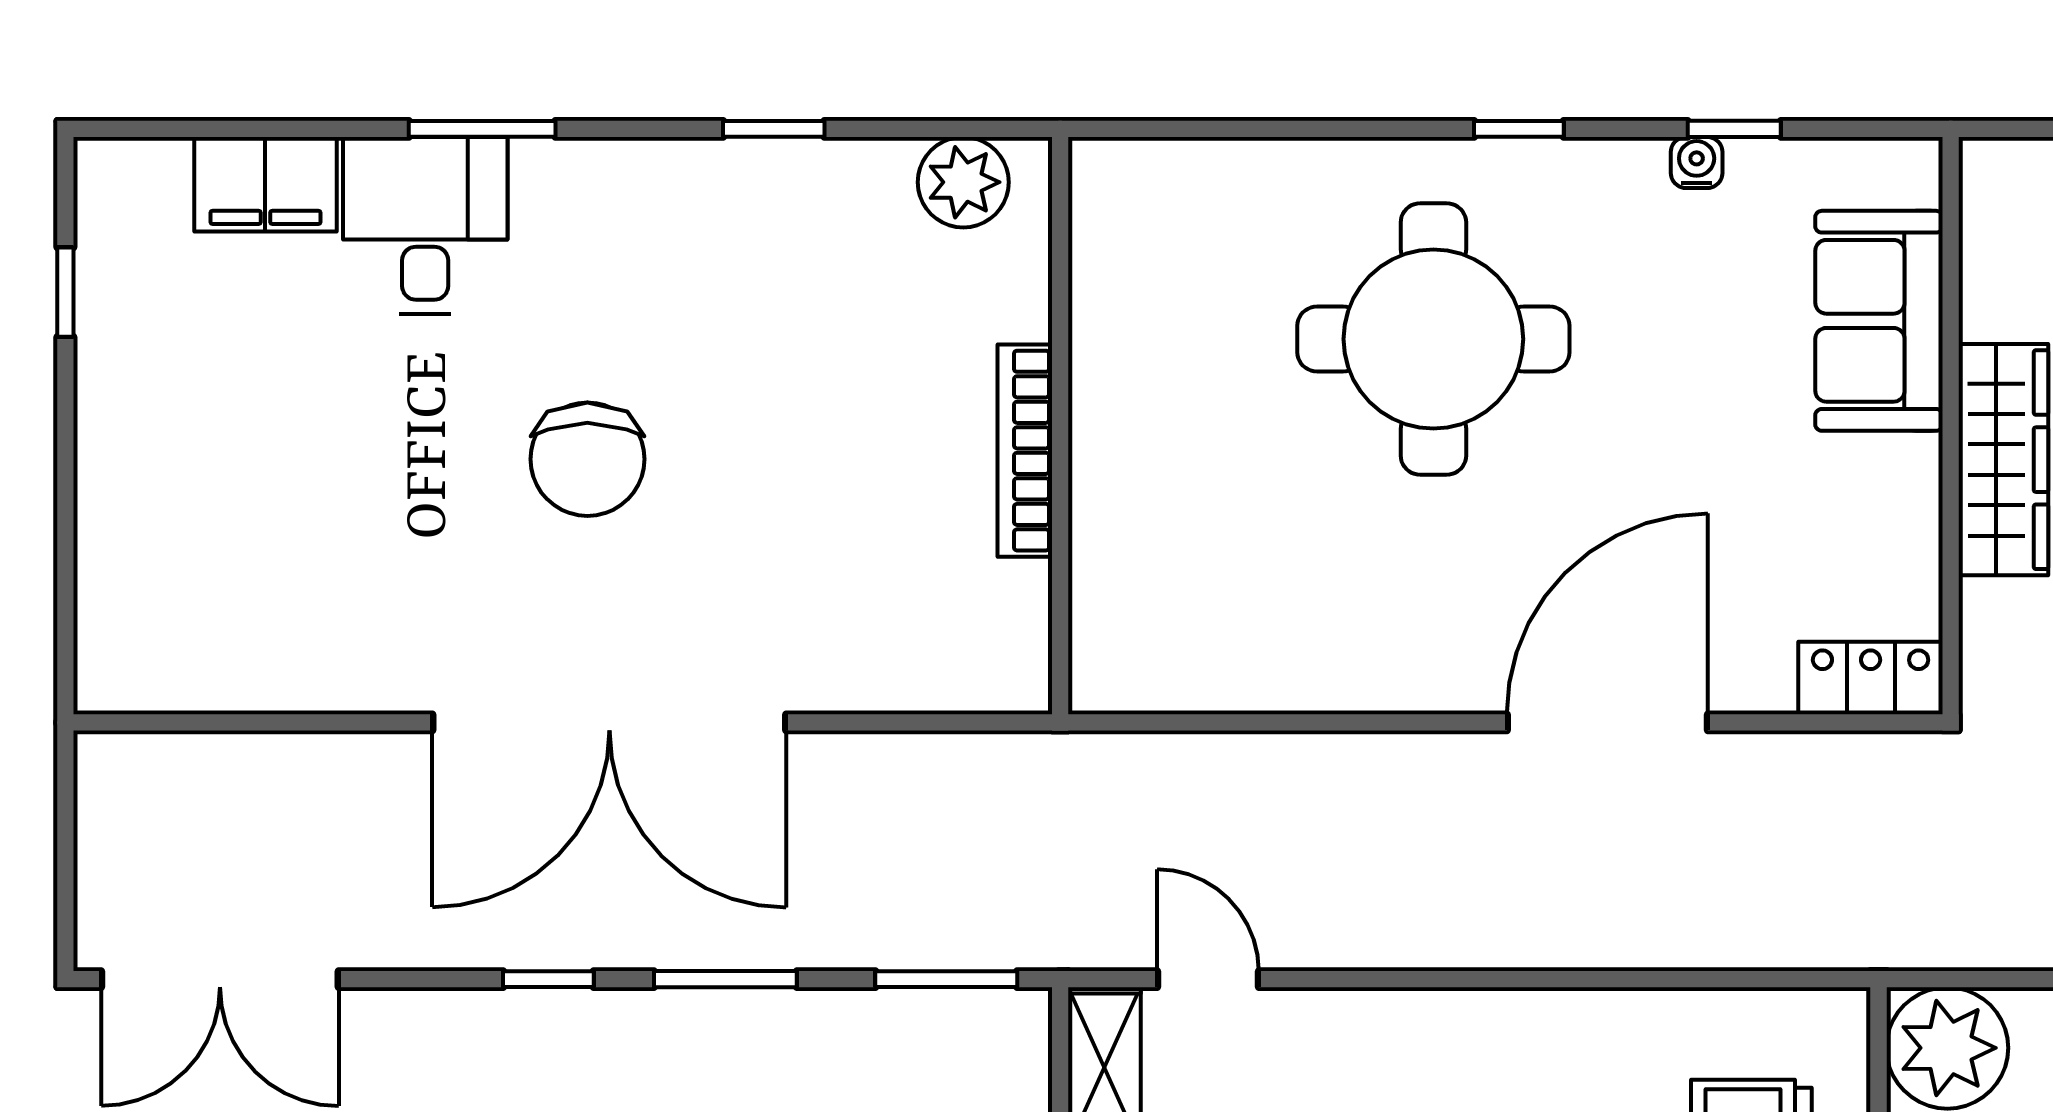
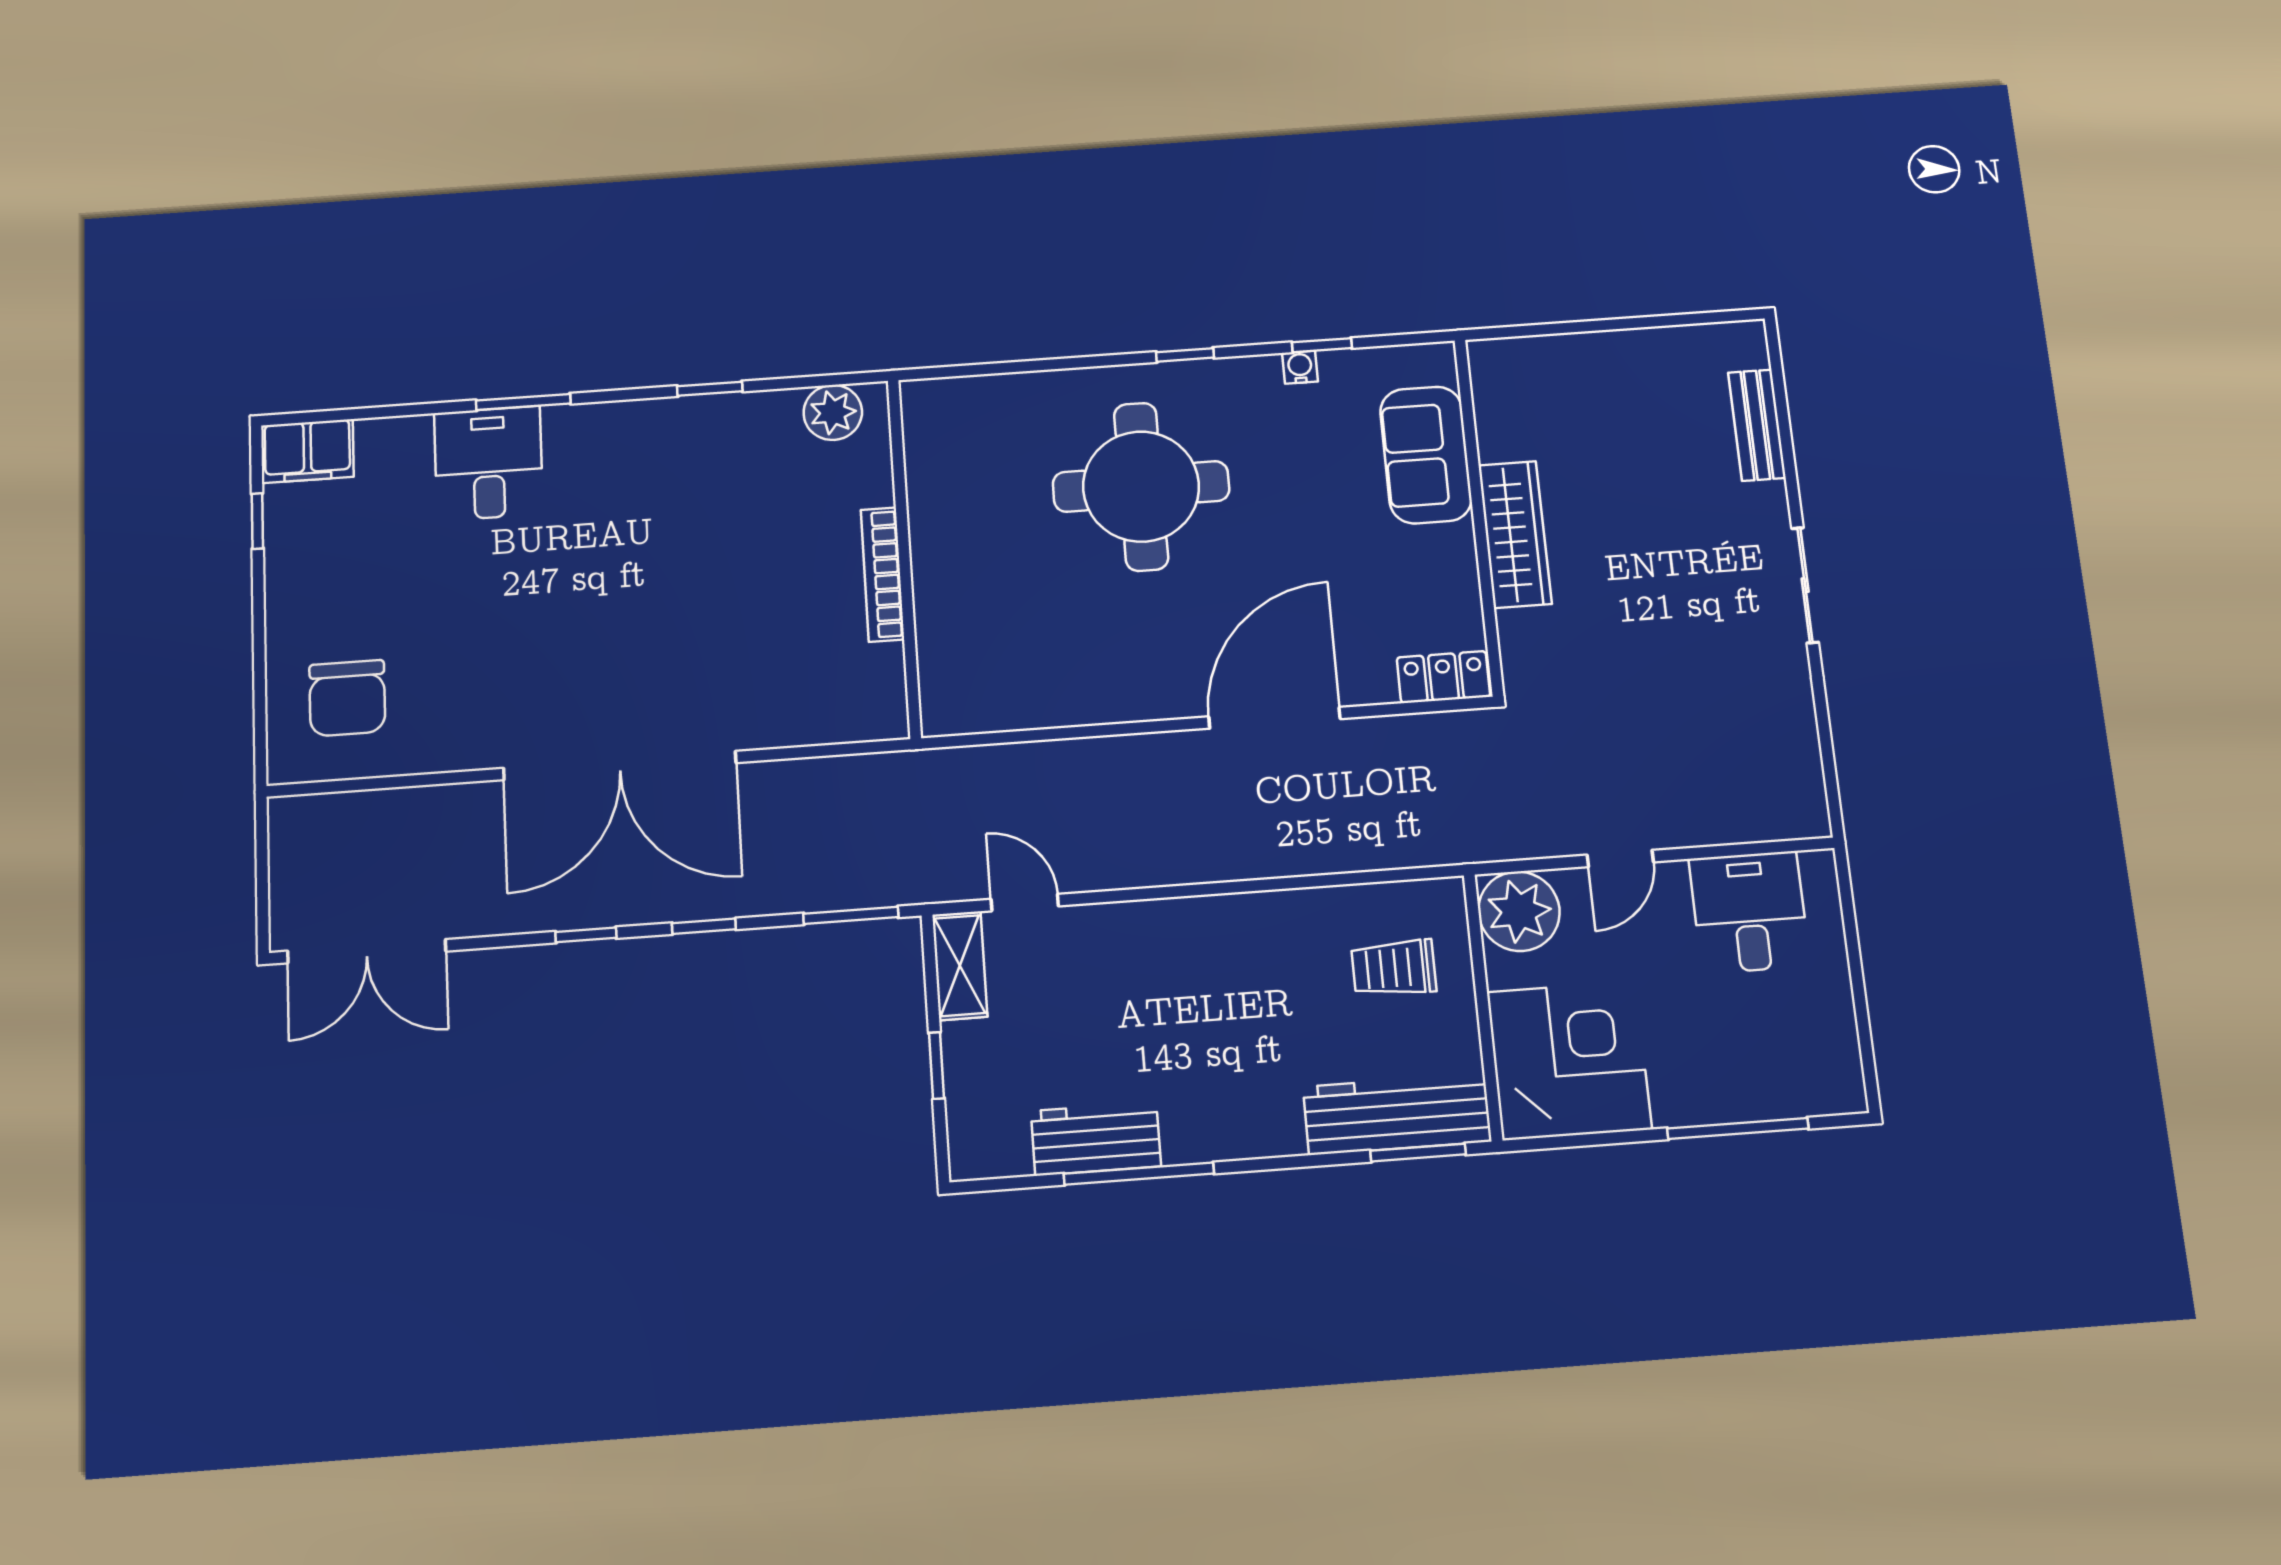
filing cabinet: (265, 184) -> (307, 451), moved
chair: (587, 459) -> (347, 698), moved
window: (725, 979) -> (704, 926), width x0.67

